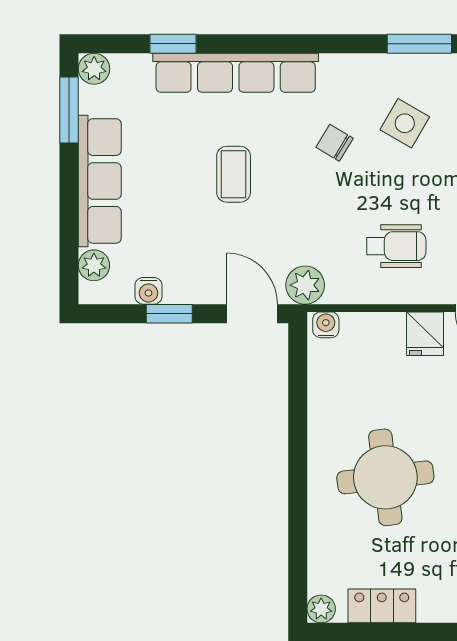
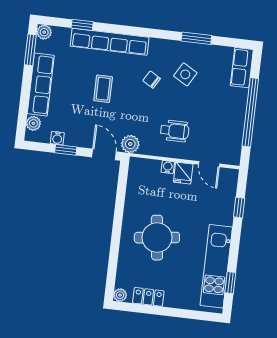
water cooler: (326, 325) -> (168, 167), moved

